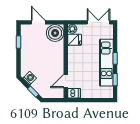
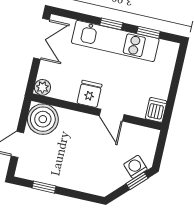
double door: (98, 22) -> (41, 39), swing flipped
fridge: (75, 40) -> (89, 94), moved
washing machine: (30, 78) -> (135, 167), moved
door: (66, 81) -> (112, 115), moved

